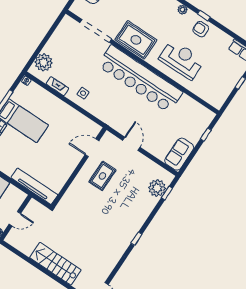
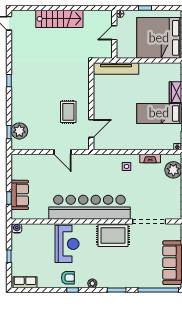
reception desk: (182, 60) -> (67, 244), turned -90
water cooler: (217, 103) -> (17, 228), added
sofa: (179, 154) -> (20, 195), moved

